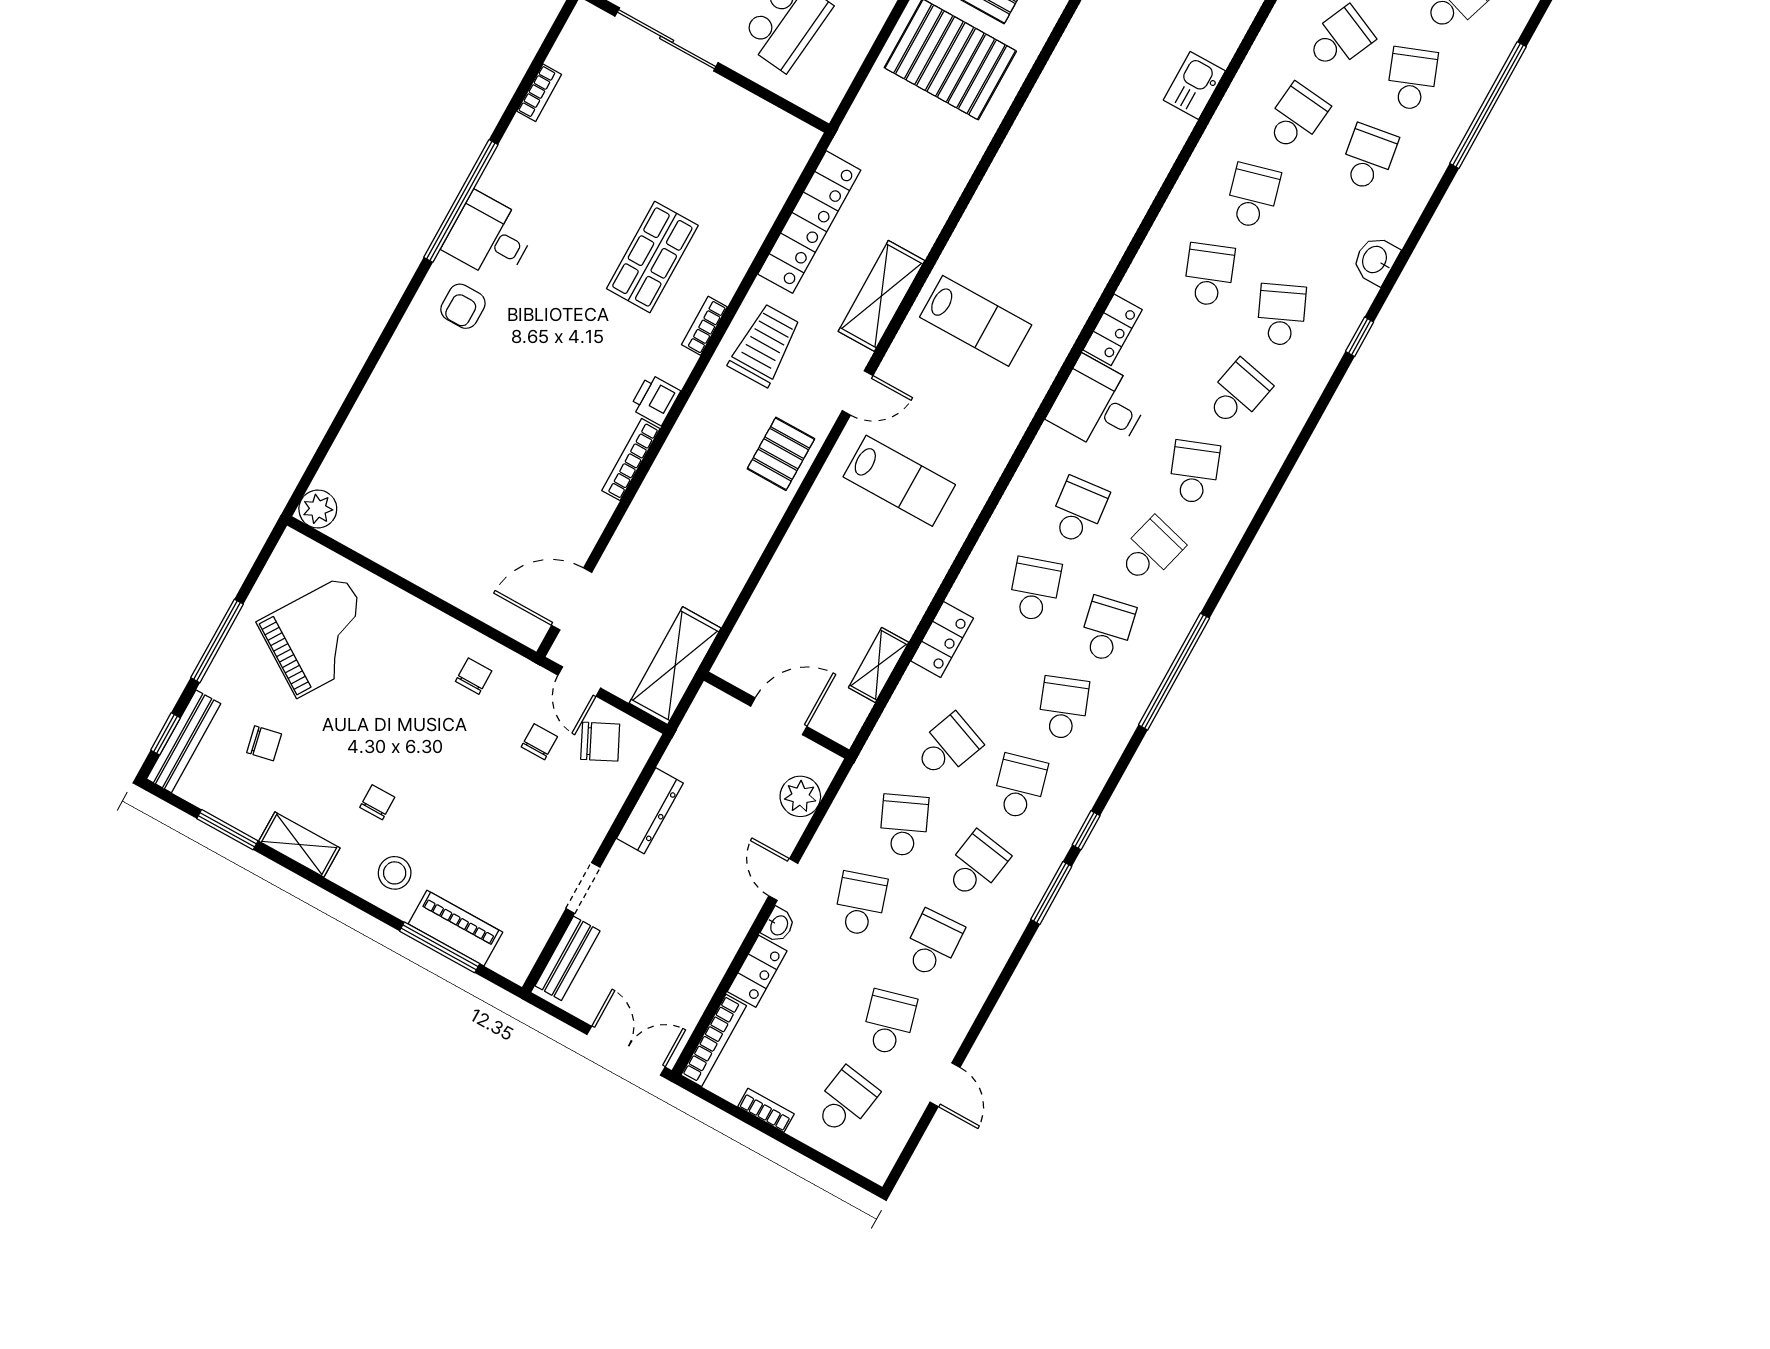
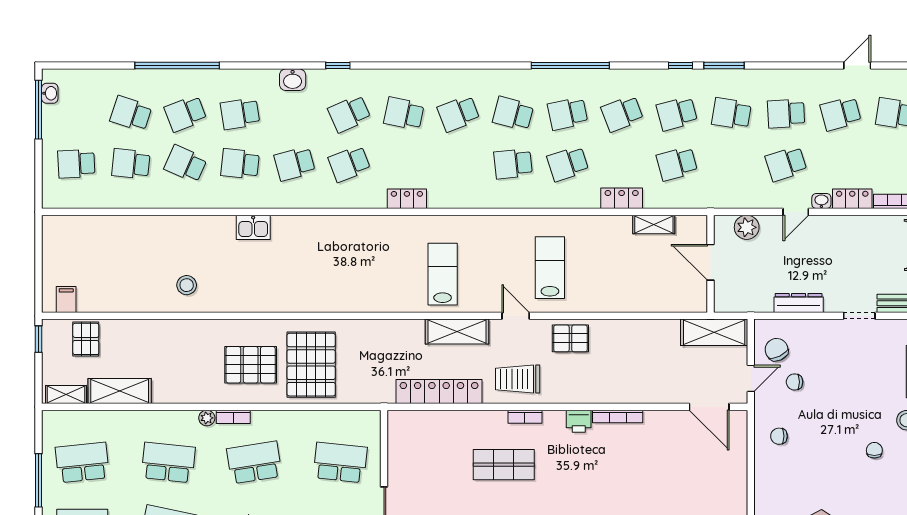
desk: (1099, 406) -> (451, 184), removed
school desk: (948, 747) -> (677, 164), turned -36
chair: (377, 802) -> (874, 450), turned 90
school desk: (904, 825) -> (731, 164), removed

